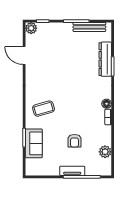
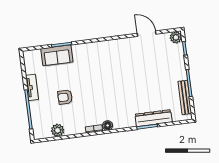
door: (24, 55) -> (147, 34), hinge flipped
coffee table: (44, 109) -> (94, 61), removed
tv unit: (72, 171) -> (32, 87), moved

